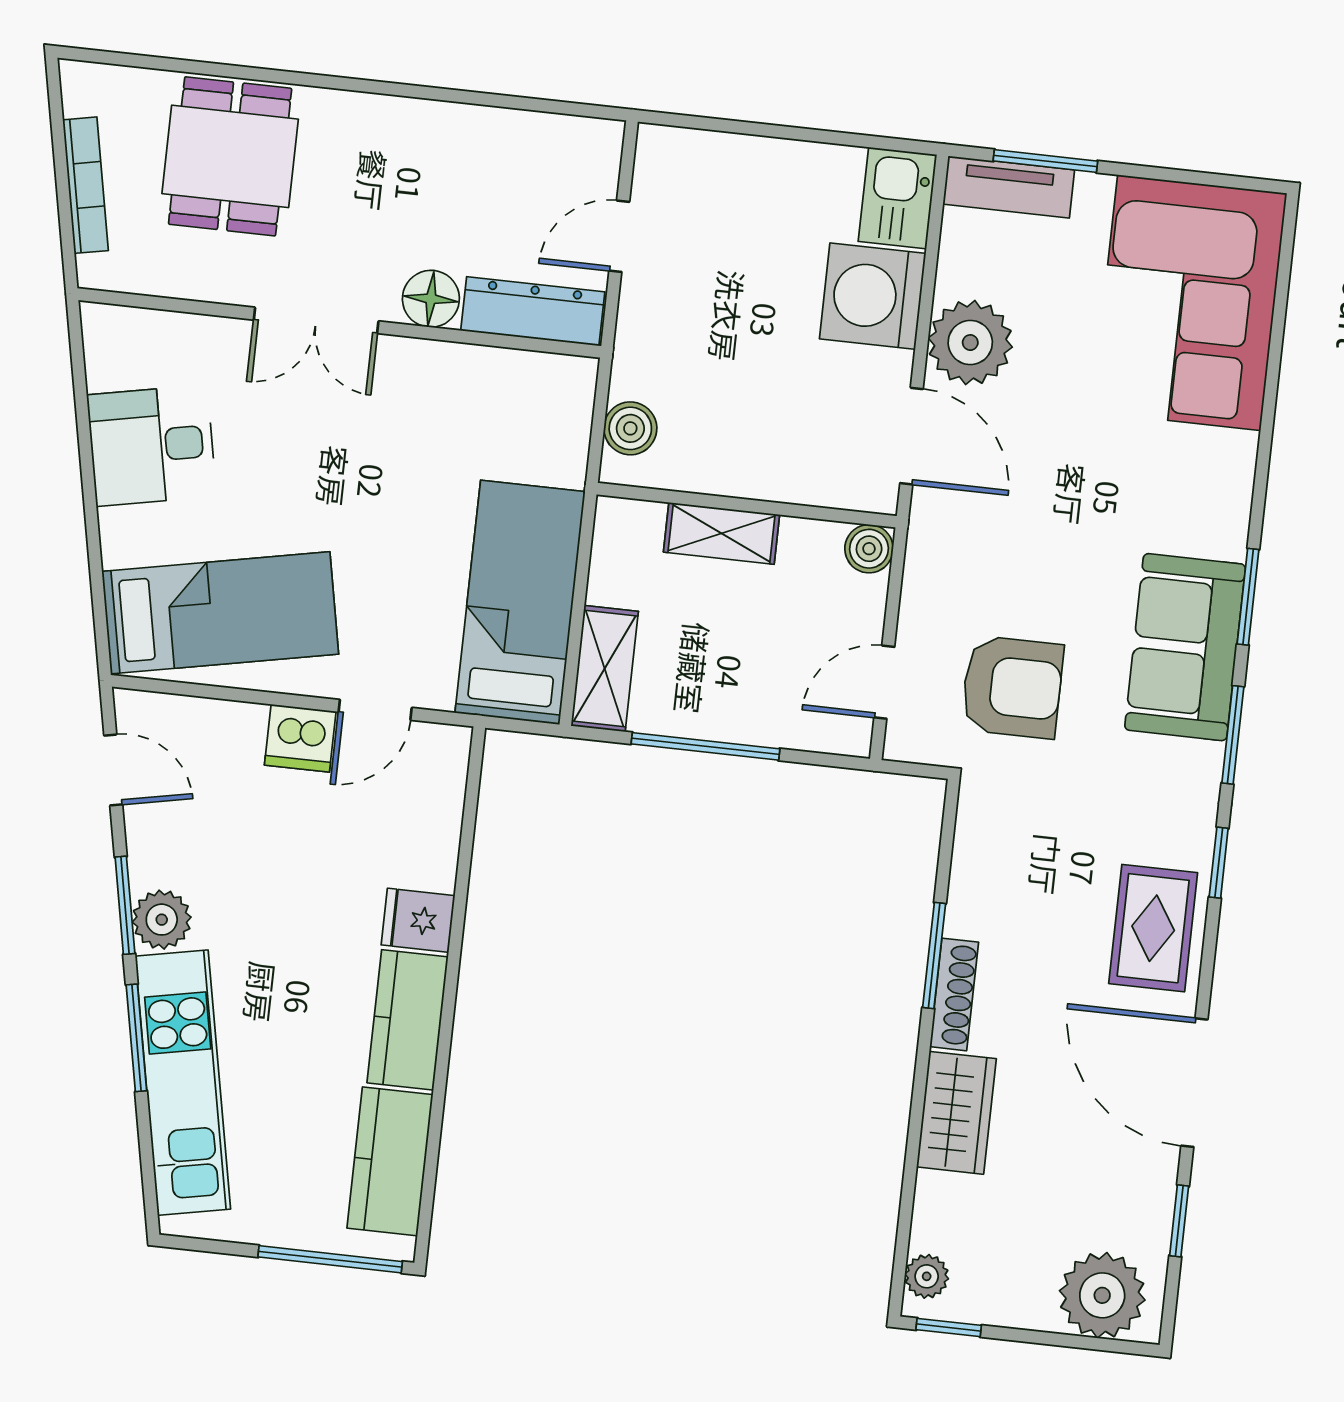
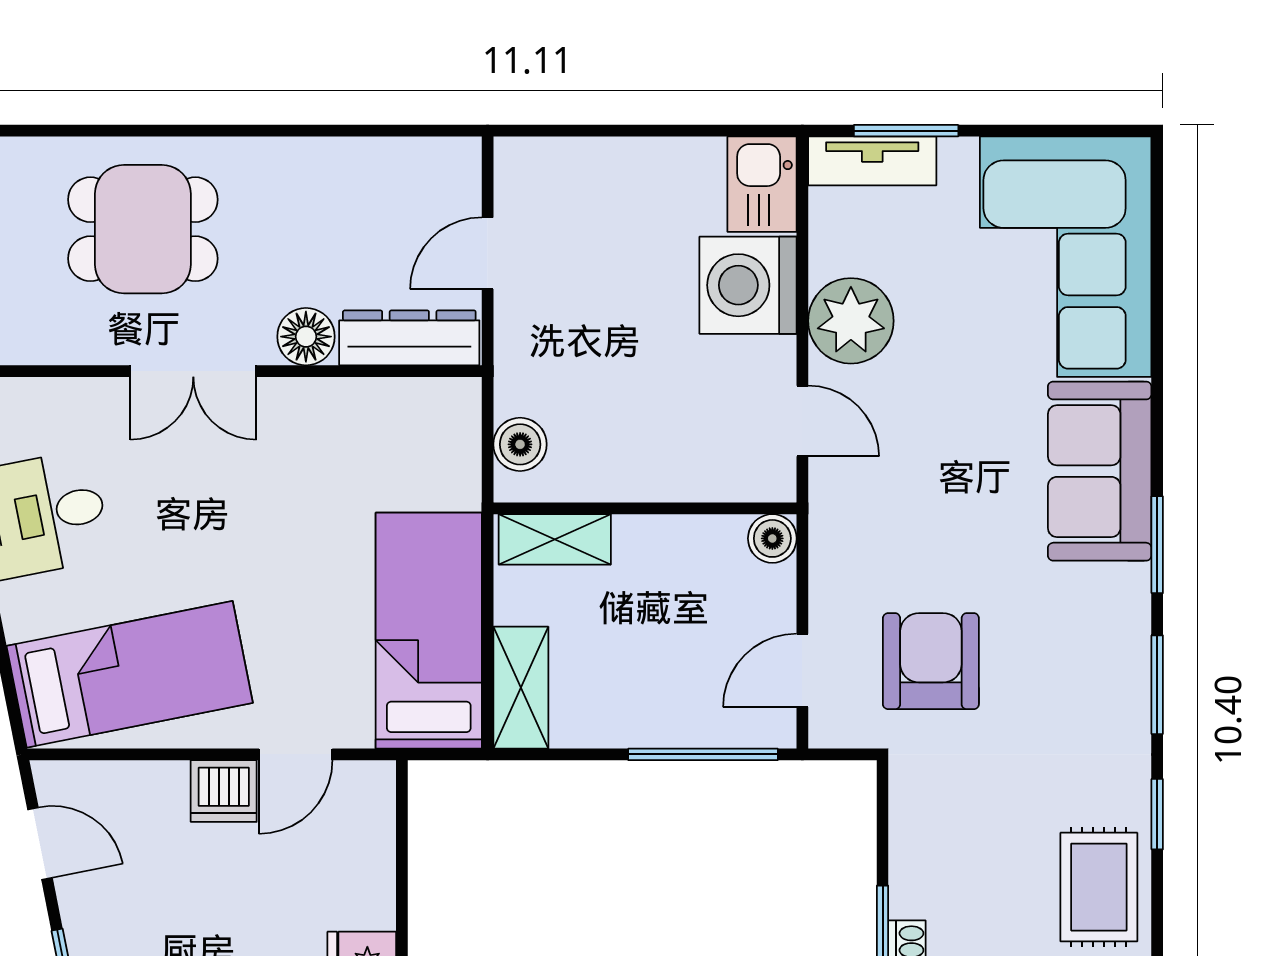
dining table: (230, 156) -> (143, 229), moved, turned 90
door: (911, 436) -> (802, 421), width x0.73
shelving: (722, 533) -> (555, 539), moved
sofa: (1185, 647) -> (1100, 471), moved
armchair: (1012, 687) -> (931, 661), turned -90
window: (705, 746) -> (703, 754), moved

